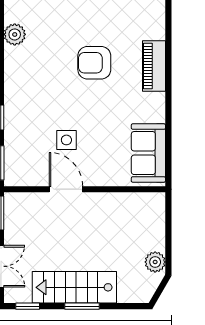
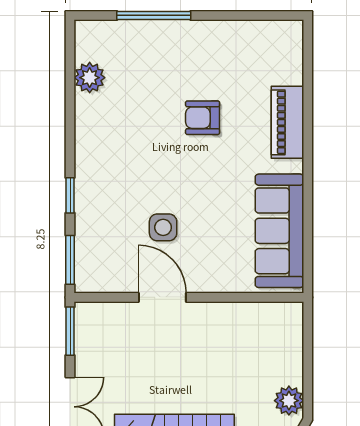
armchair: (94, 63) -> (203, 118), width x0.72, depth x0.72
sofa: (148, 153) -> (279, 231), width x1.36

